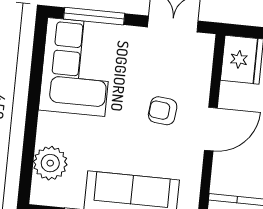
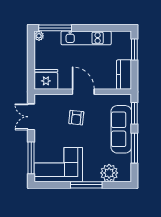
window: (32, 117) -> (86, 185), added

